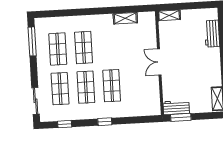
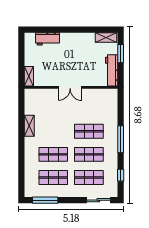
shelving: (125, 18) -> (29, 126), moved
workbench: (176, 108) -> (112, 70), width x1.38
window: (181, 117) -> (121, 54), moved
window: (105, 122) -> (121, 139), width x2.17

